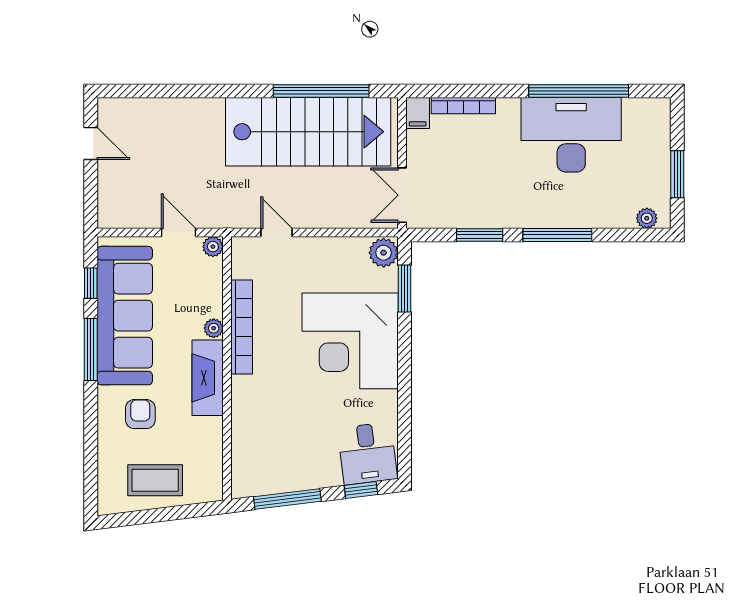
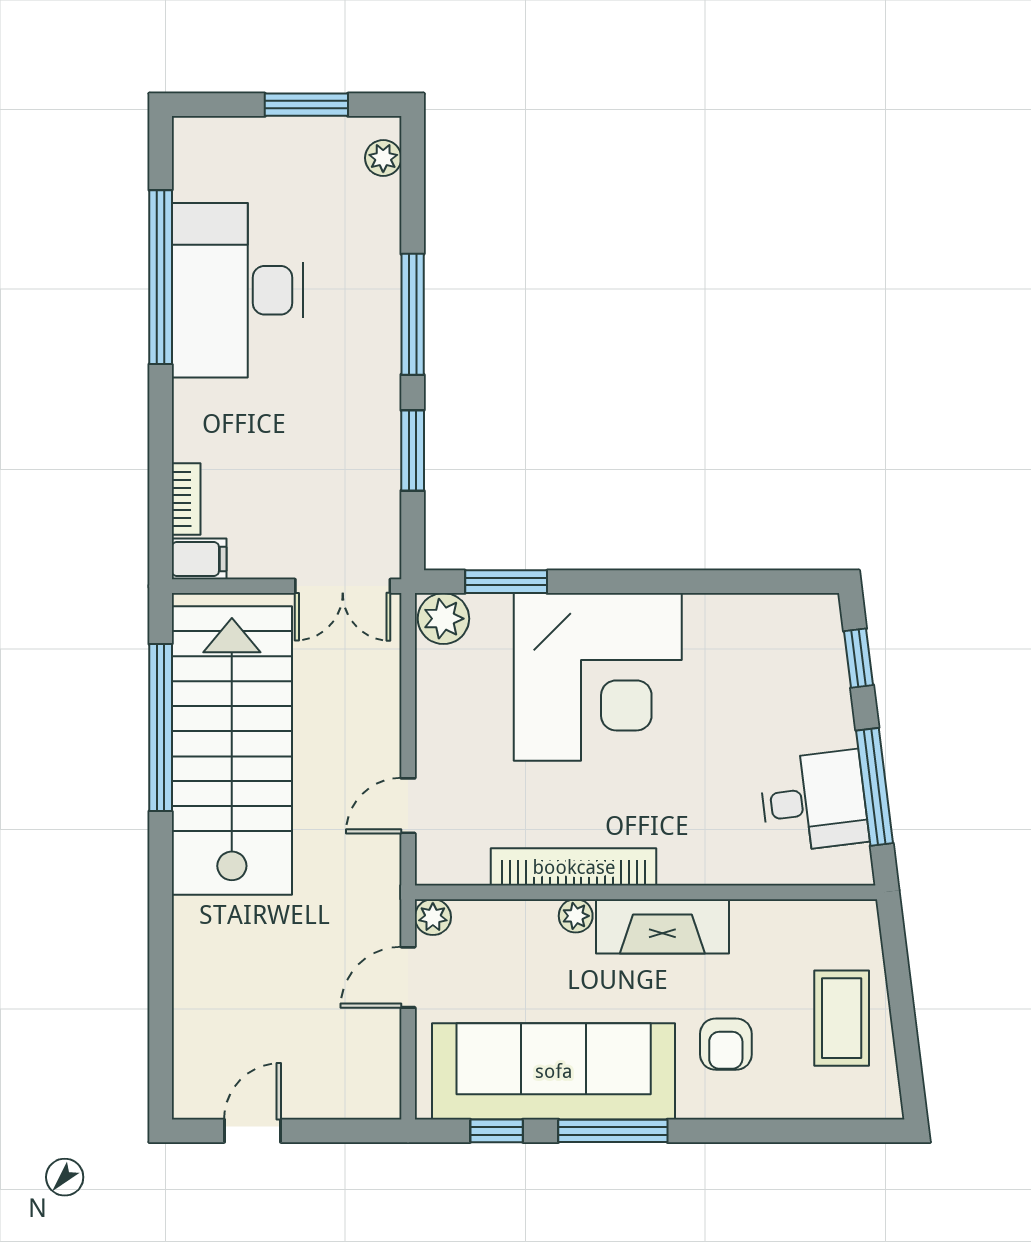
bookcase: (463, 106) -> (186, 499), width x0.64
armchair: (140, 414) -> (726, 1044), turned -90
desk: (367, 453) -> (814, 801), moved

